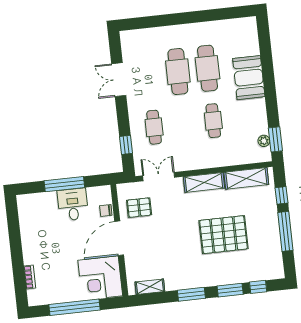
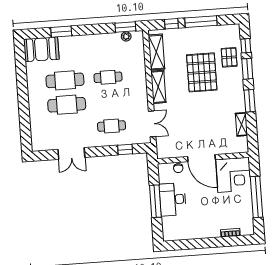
window: (267, 62) -> (61, 32), added
booth: (249, 78) -> (41, 49), moved
double door: (159, 177) -> (152, 124), swing flipped
desk: (73, 204) -> (173, 199), width x1.37
pallet: (139, 208) -> (229, 57), moved
shelving: (150, 287) -> (241, 124), moved

